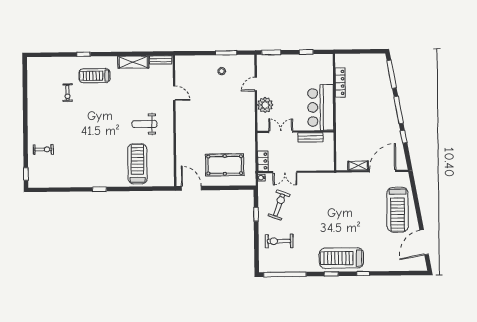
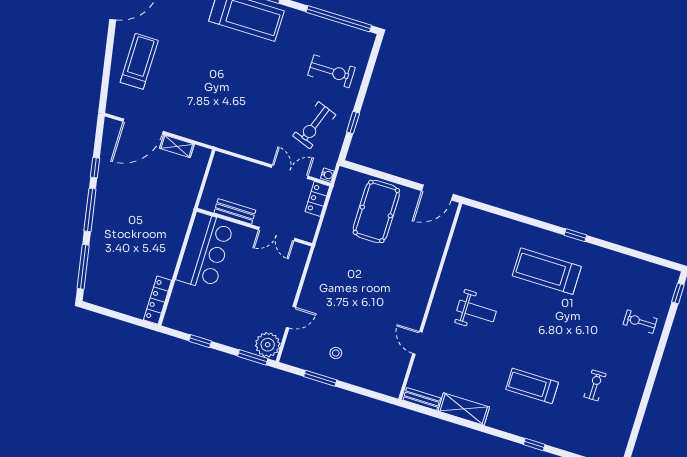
treadmill: (94, 76) -> (532, 386), moved, turned 180
locker: (340, 82) -> (158, 300), moved
exercise bike: (68, 93) -> (595, 385), moved
plant: (265, 105) -> (268, 345), moved
treadmill: (137, 164) -> (547, 271), moved, turned 90
pool table: (225, 165) -> (376, 211), turned 90
door: (191, 188) -> (437, 192), hinge flipped
treadmill: (398, 210) -> (139, 61), width x0.73, depth x0.73

